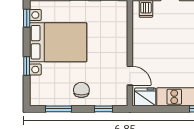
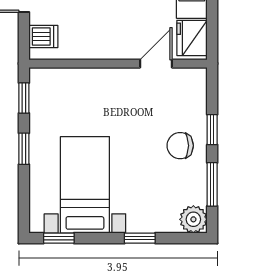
bed with nightstands: (58, 42) -> (85, 185), width x0.73
plant: (38, 98) -> (193, 219), added
window: (104, 109) -> (212, 130), moved

